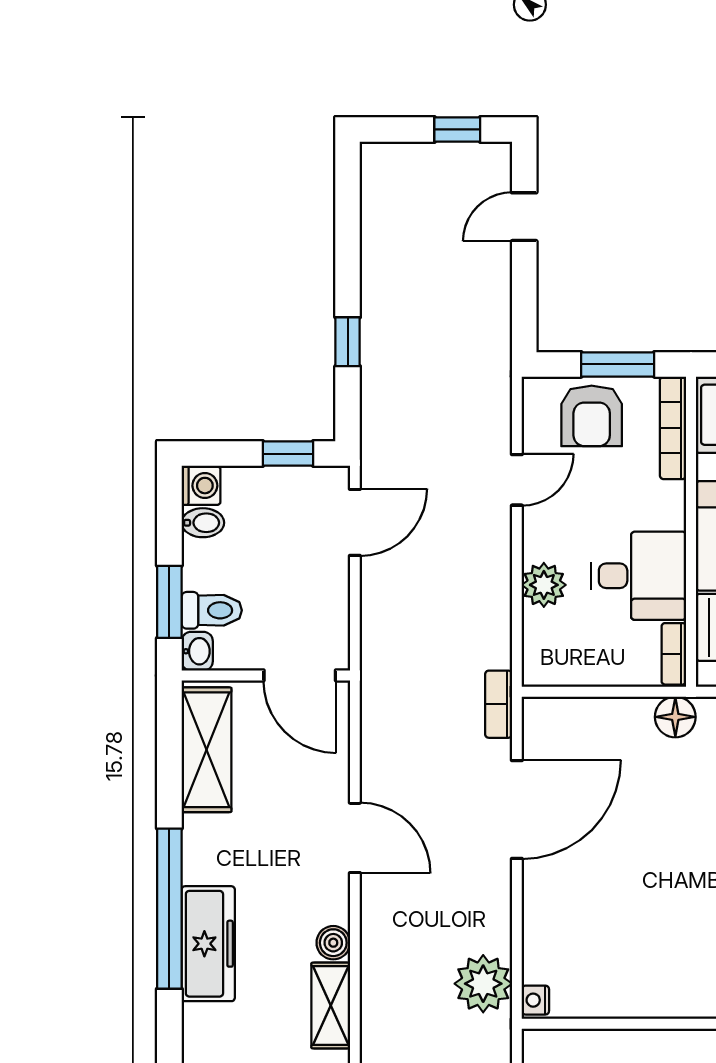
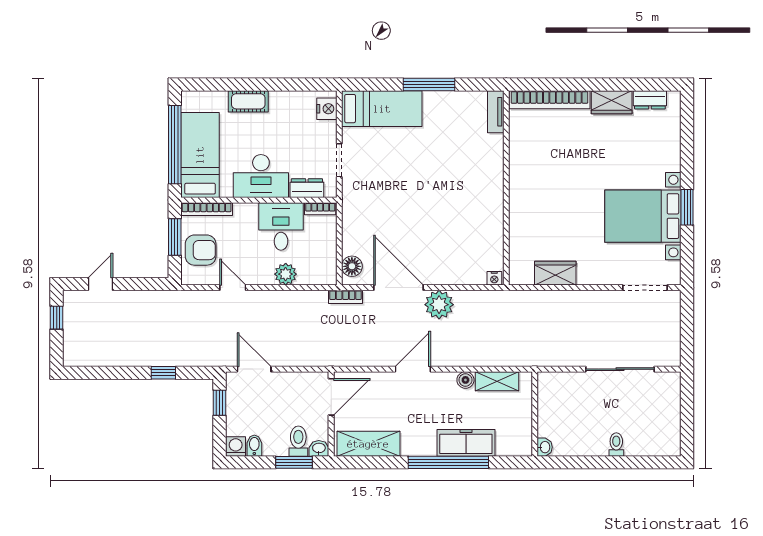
door: (524, 217) -> (100, 284), swing flipped
floor lamp: (675, 717) -> (352, 266), moved
plant: (483, 984) -> (439, 305), moved

